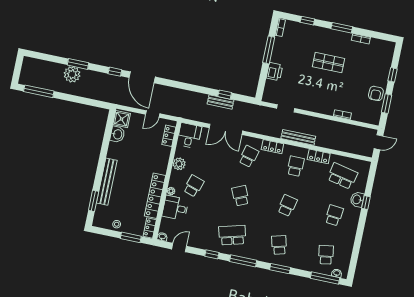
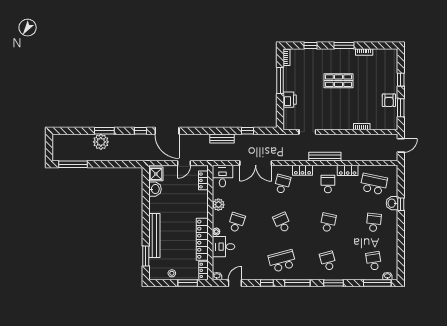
bench: (221, 102) -> (222, 139), moved

